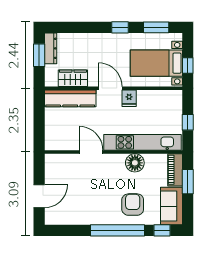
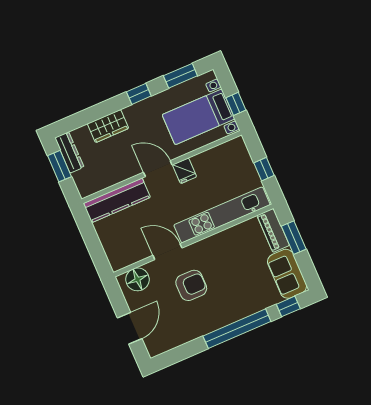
wardrobe: (73, 78) -> (108, 126), moved, turned 180
floor lamp: (135, 163) -> (138, 279), moved
armchair: (133, 205) -> (191, 285), moved, turned 90

